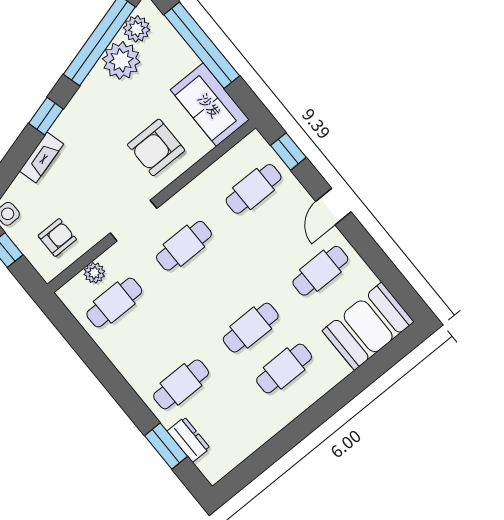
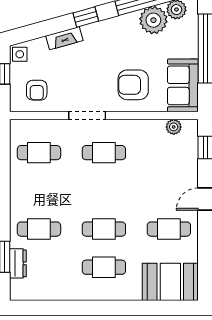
cafe table: (254, 189) -> (169, 153), removed
armchair: (57, 238) -> (37, 90), turned 90
plant: (94, 273) -> (174, 127), moved

